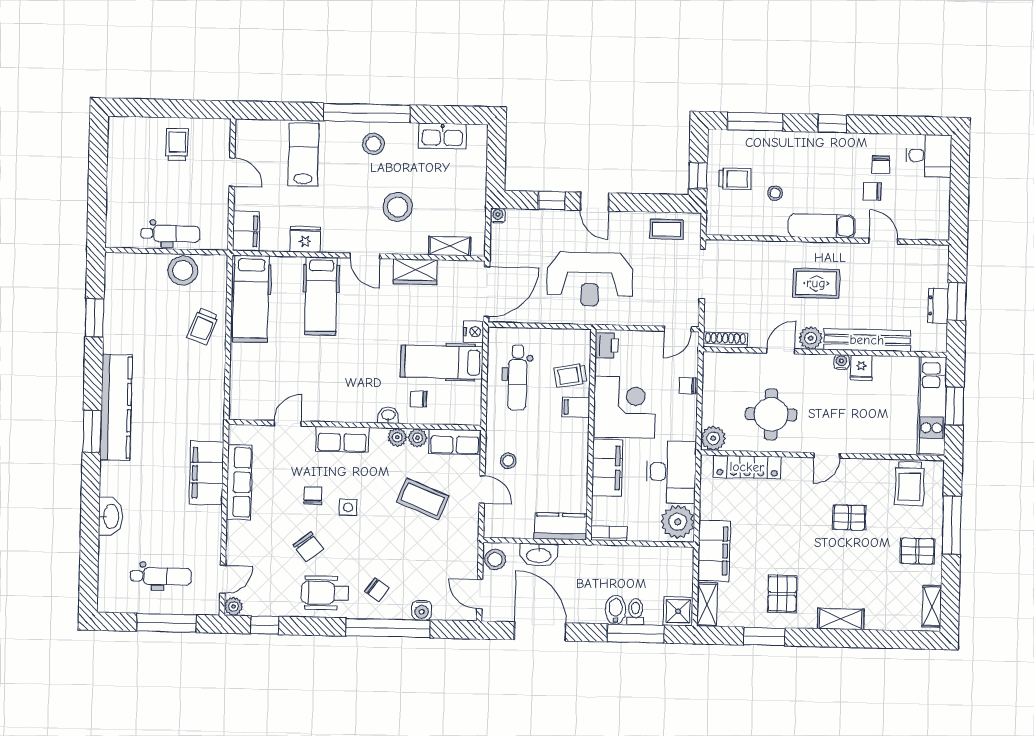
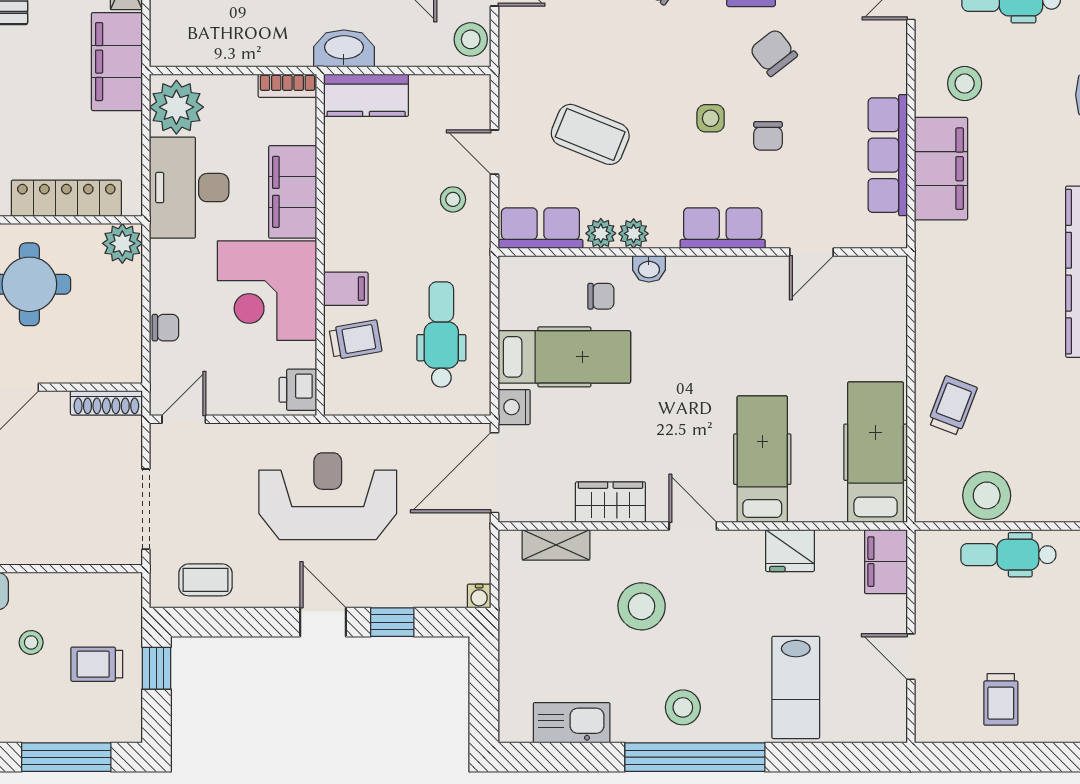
stool: (191, 525) -> (965, 84), added
washbasin: (539, 555) -> (344, 48), moved

